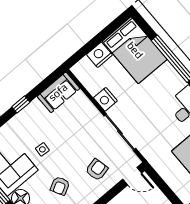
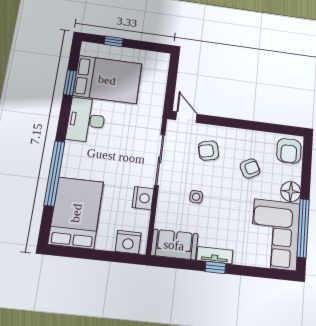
nightstand: (99, 55) -> (128, 242), moved
tv unit: (28, 111) -> (215, 255), added
side table: (42, 149) -> (196, 197), moved

